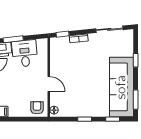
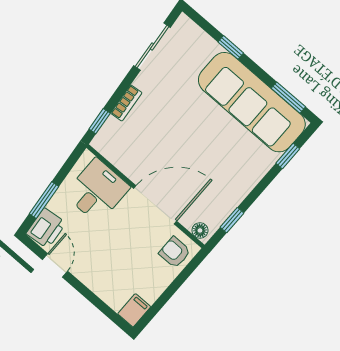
desk: (25, 53) -> (97, 191), moved, turned 96
door: (49, 84) -> (155, 205), width x1.87
window: (85, 119) -> (232, 220), moved

